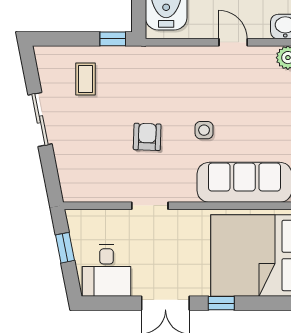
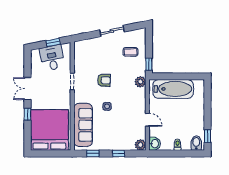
door: (233, 42) -> (147, 120), hinge flipped
plant: (151, 58) -> (140, 82), added
desk: (106, 270) -> (52, 58), moved, turned 79

